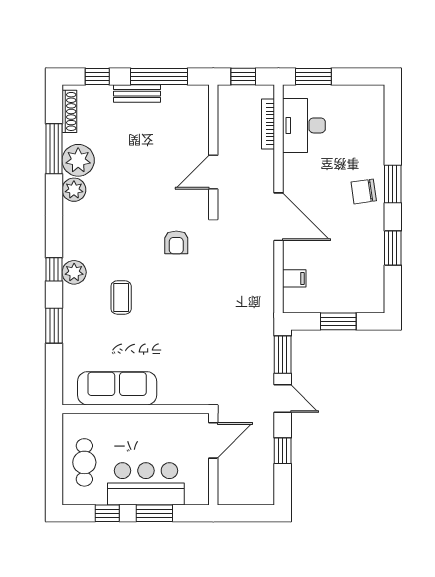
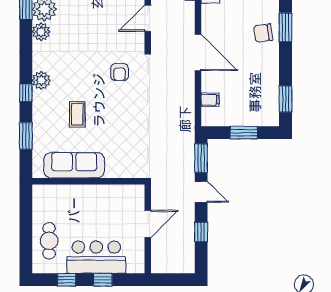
window: (393, 248) -> (285, 99), moved
plant: (74, 272) -> (41, 80), moved
sofa: (117, 388) -> (74, 165), moved
wall: (136, 409) -> (88, 181), moved
window: (154, 513) -> (103, 280), width x0.67

